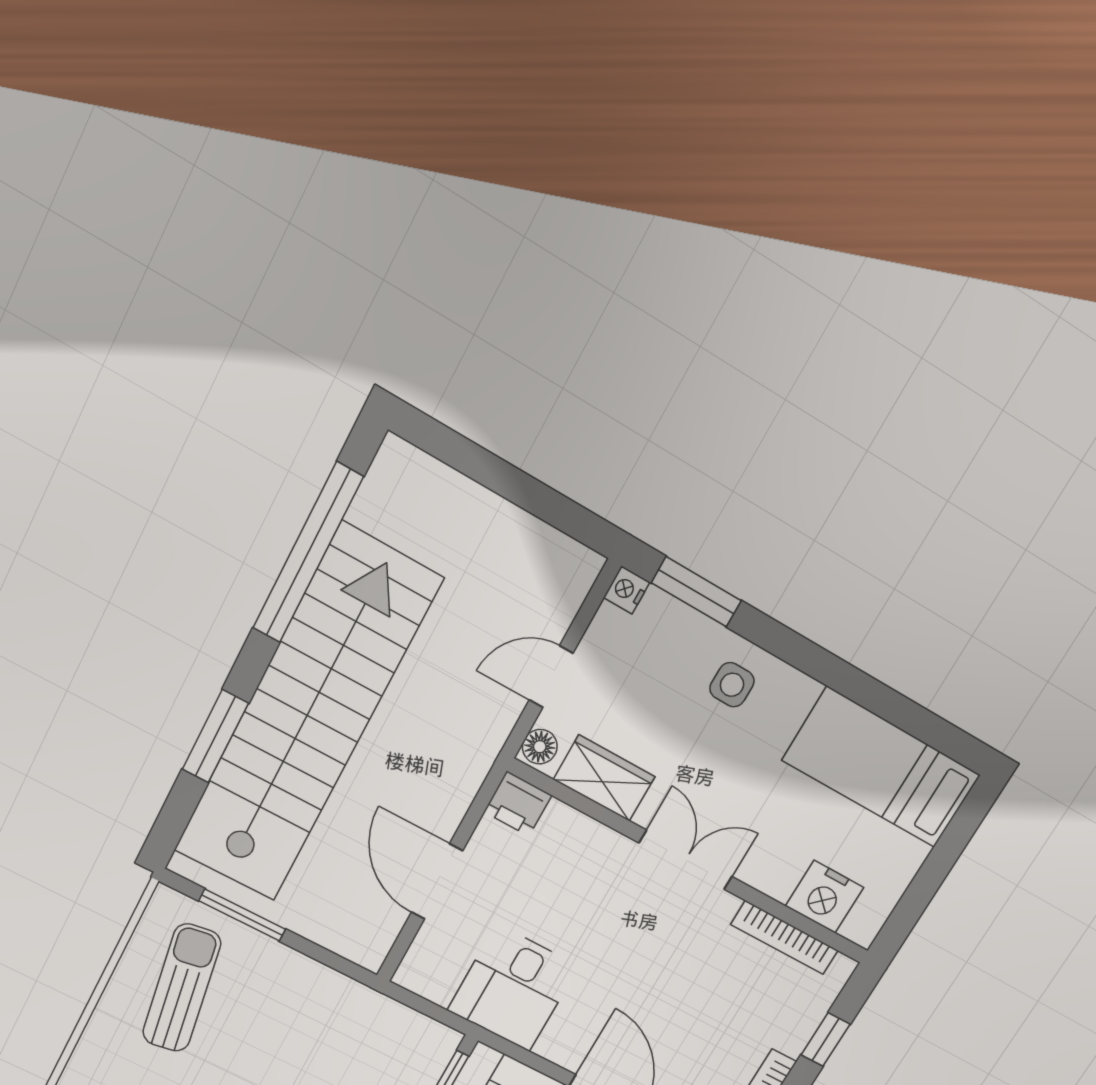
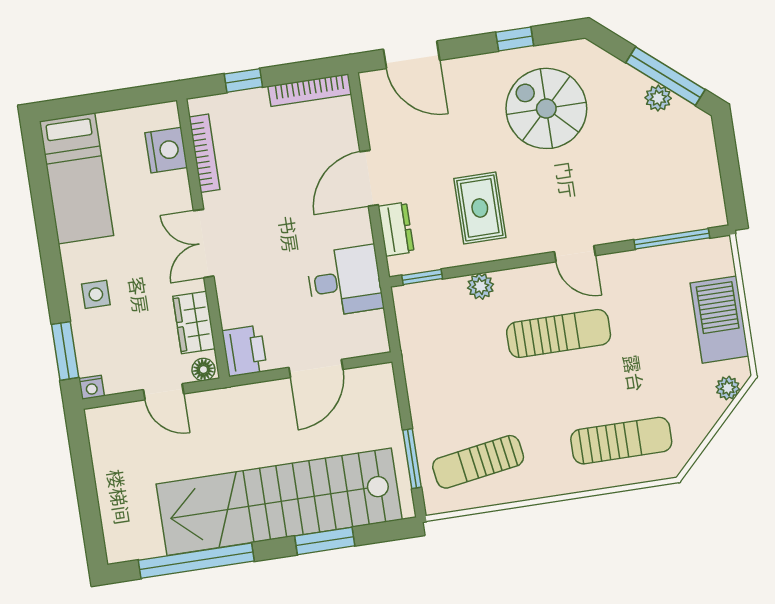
printer: (518, 804) -> (245, 351), width x1.36, depth x1.24

